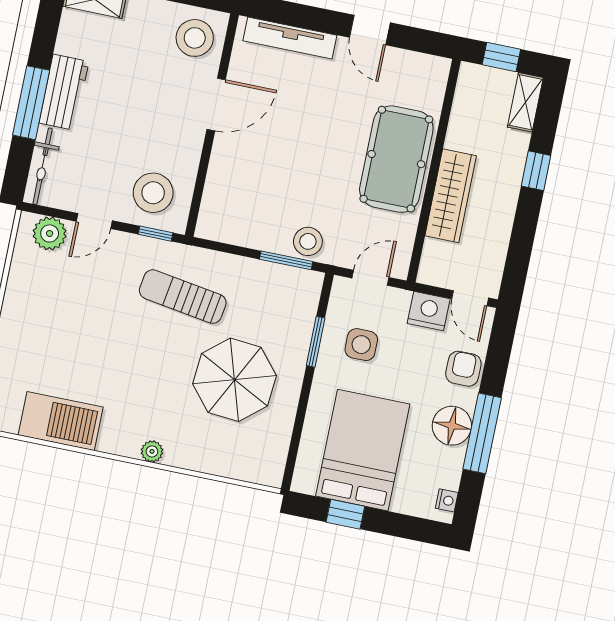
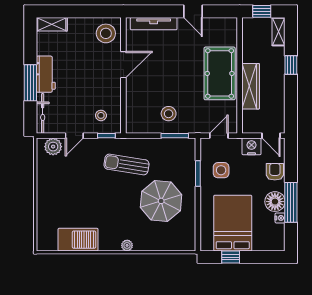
stool: (153, 193) -> (101, 115), width x0.53, depth x0.53
stool: (308, 241) -> (169, 114), moved
nightstand: (447, 500) -> (280, 218), moved

